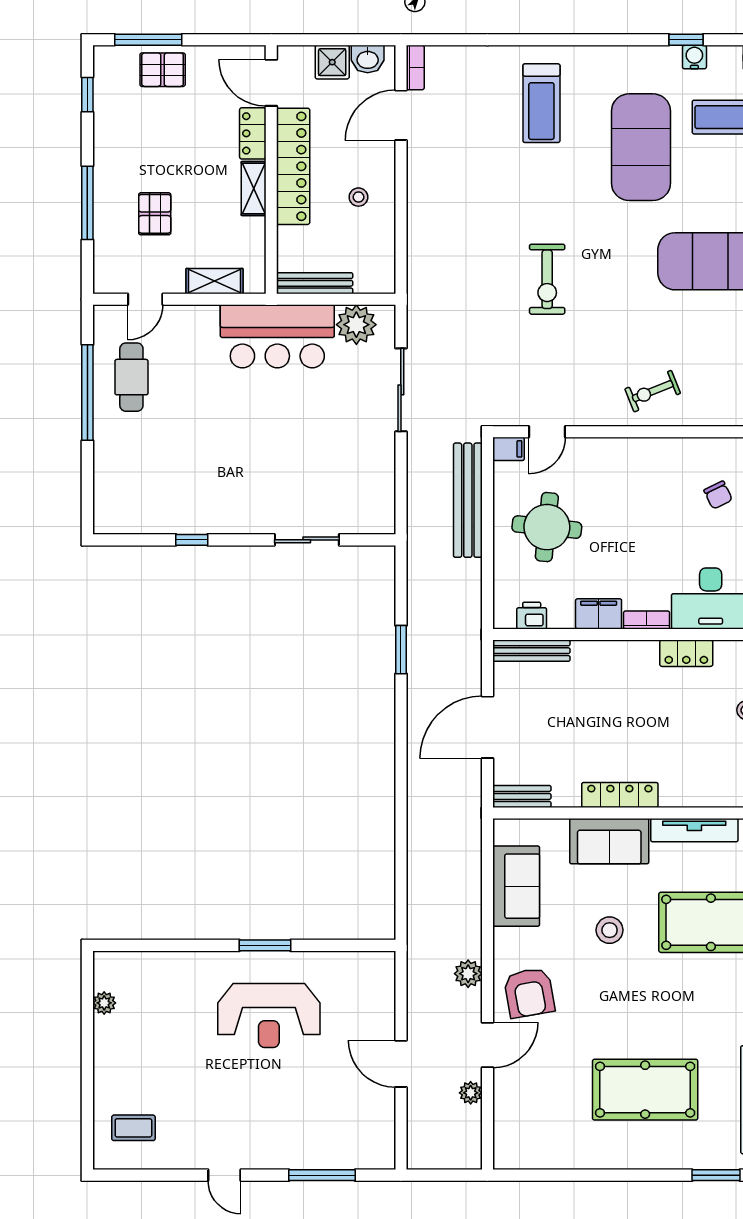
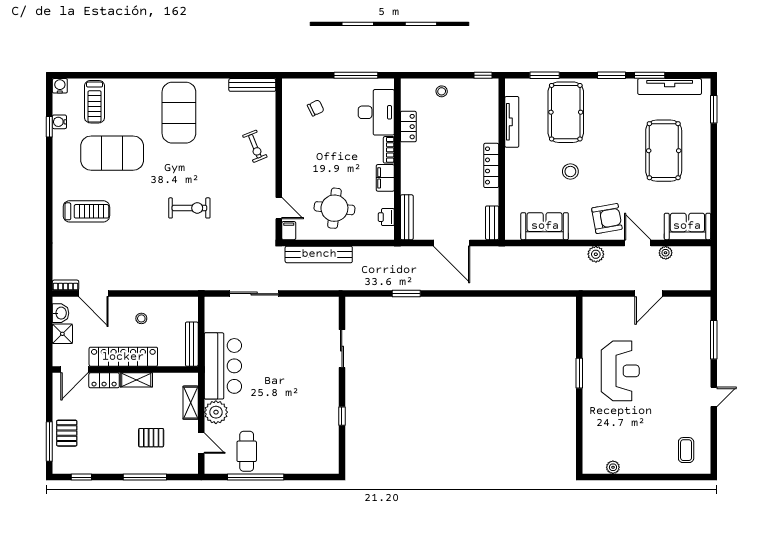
plant: (356, 325) -> (216, 412), moved
cafe table: (131, 377) -> (247, 451), turned 90
sofa: (609, 841) -> (687, 226), moved, turned -90

